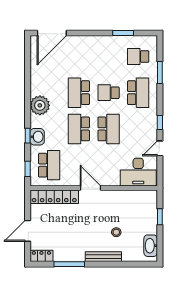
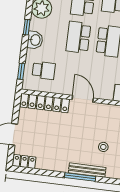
window: (28, 136) -> (27, 27), moved
school desk: (49, 165) -> (44, 70), width x0.54
window: (69, 264) -> (80, 177), moved

